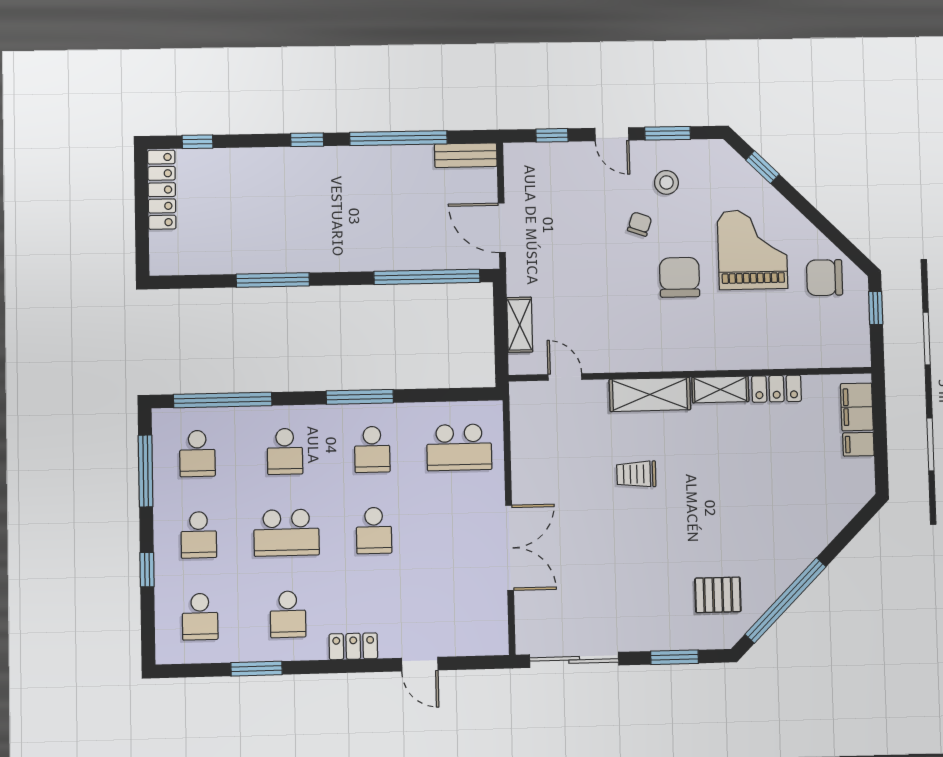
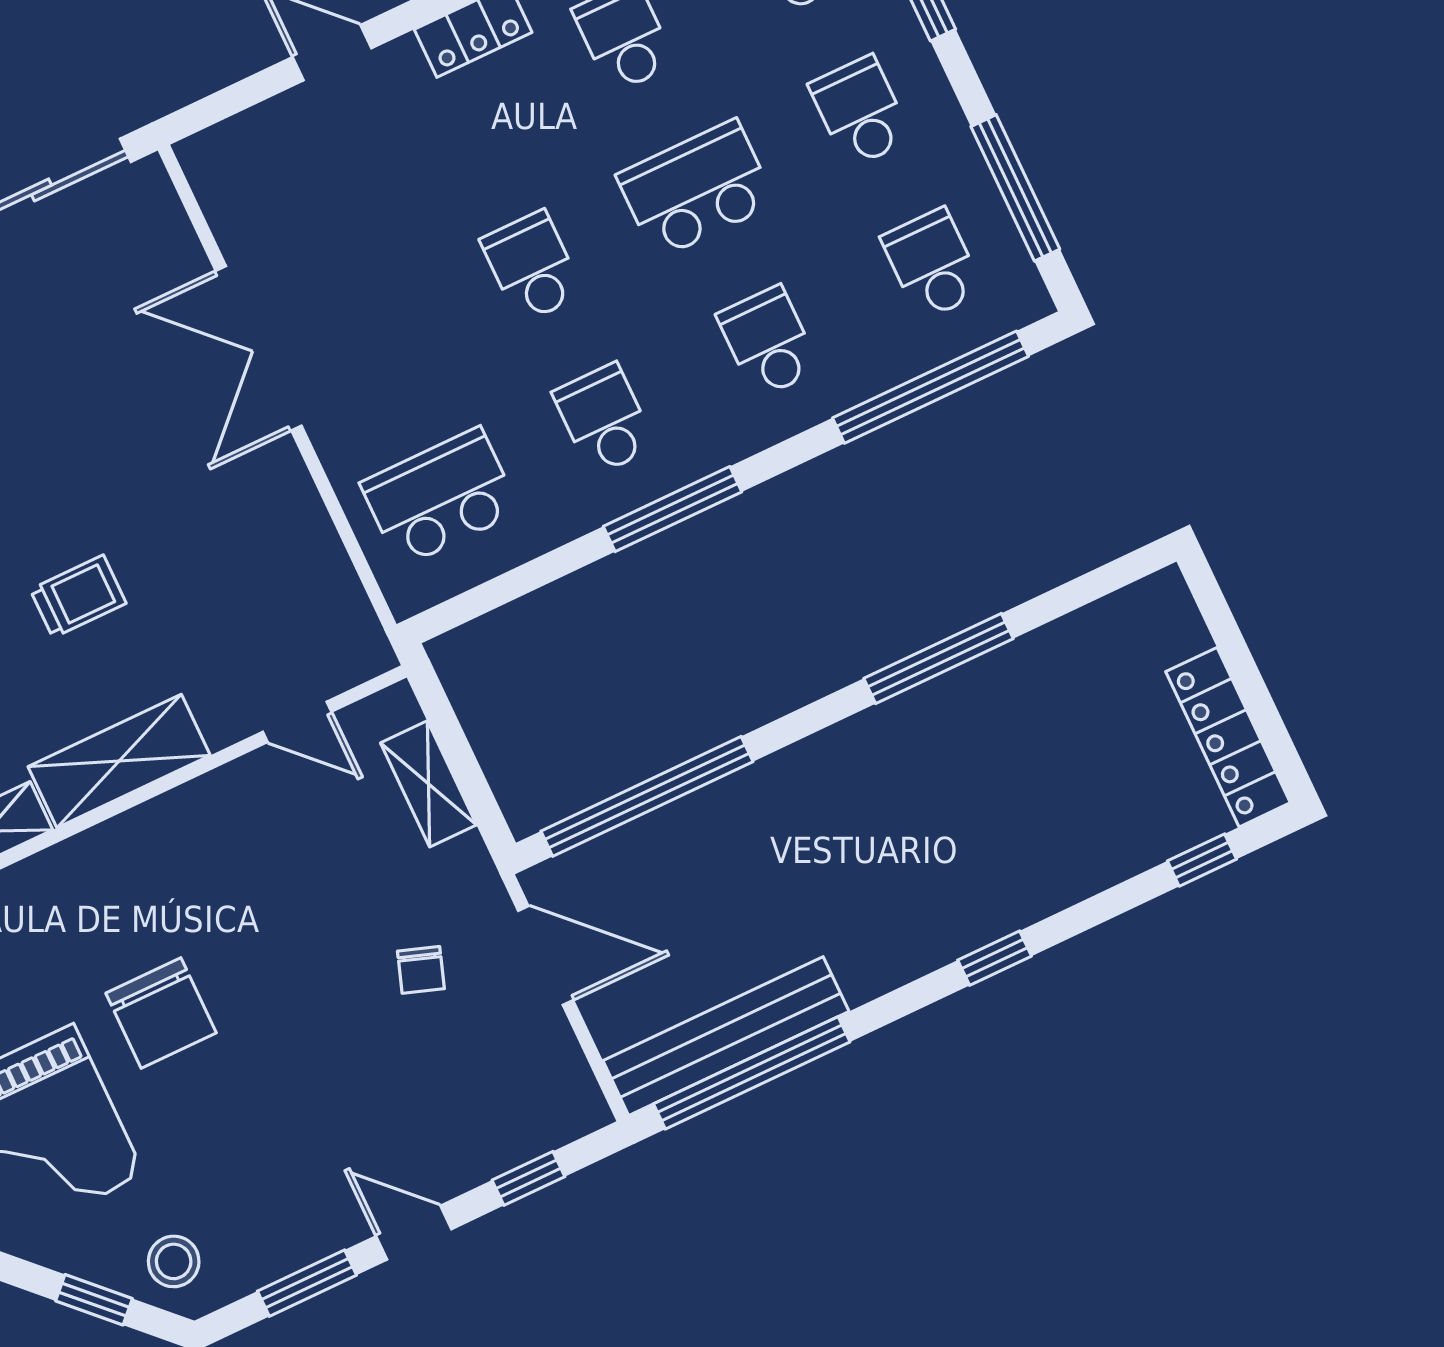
window: (398, 138) -> (752, 1073), moved
bench: (466, 155) -> (726, 1036), width x1.86, depth x1.21
stool: (666, 182) -> (174, 1261), moved
chair: (640, 224) -> (421, 970), moved

